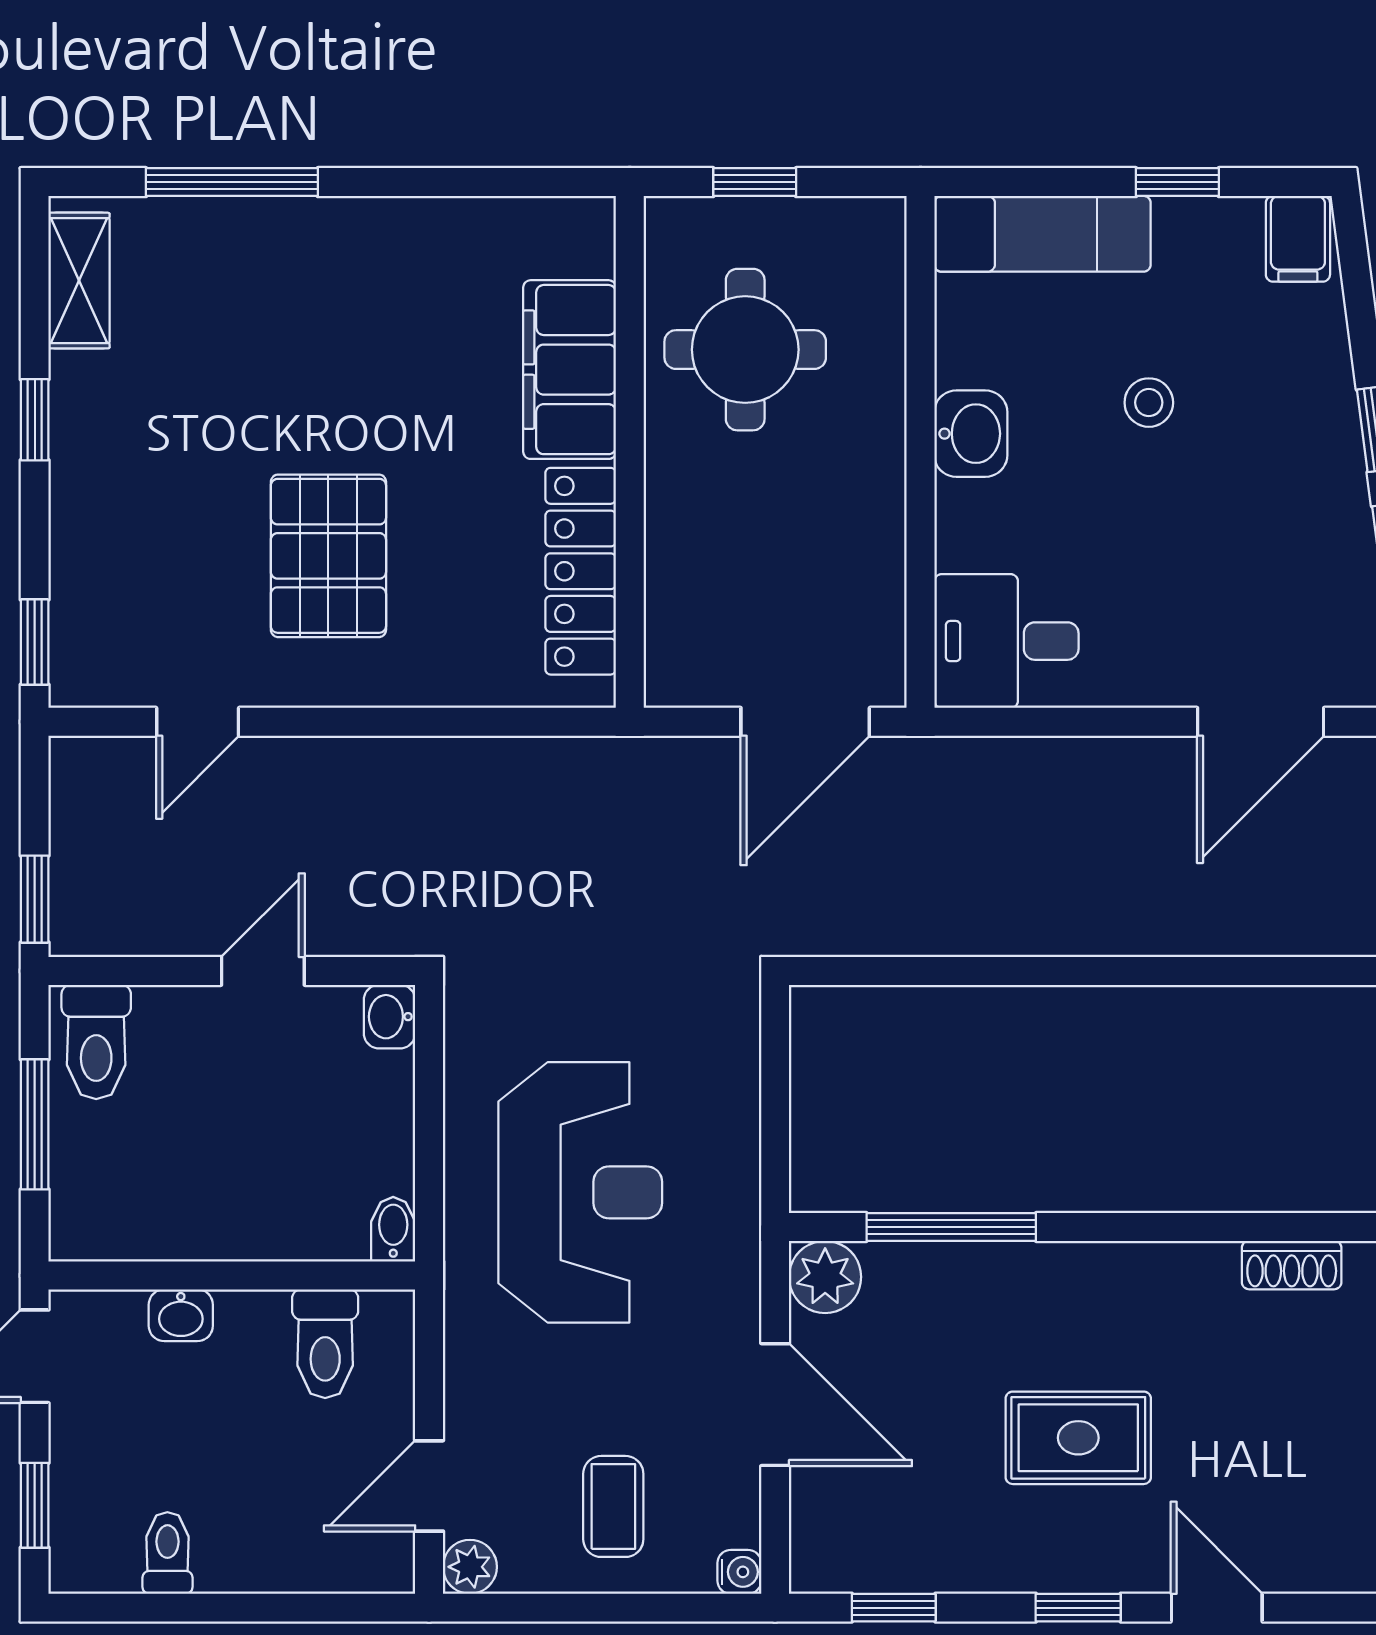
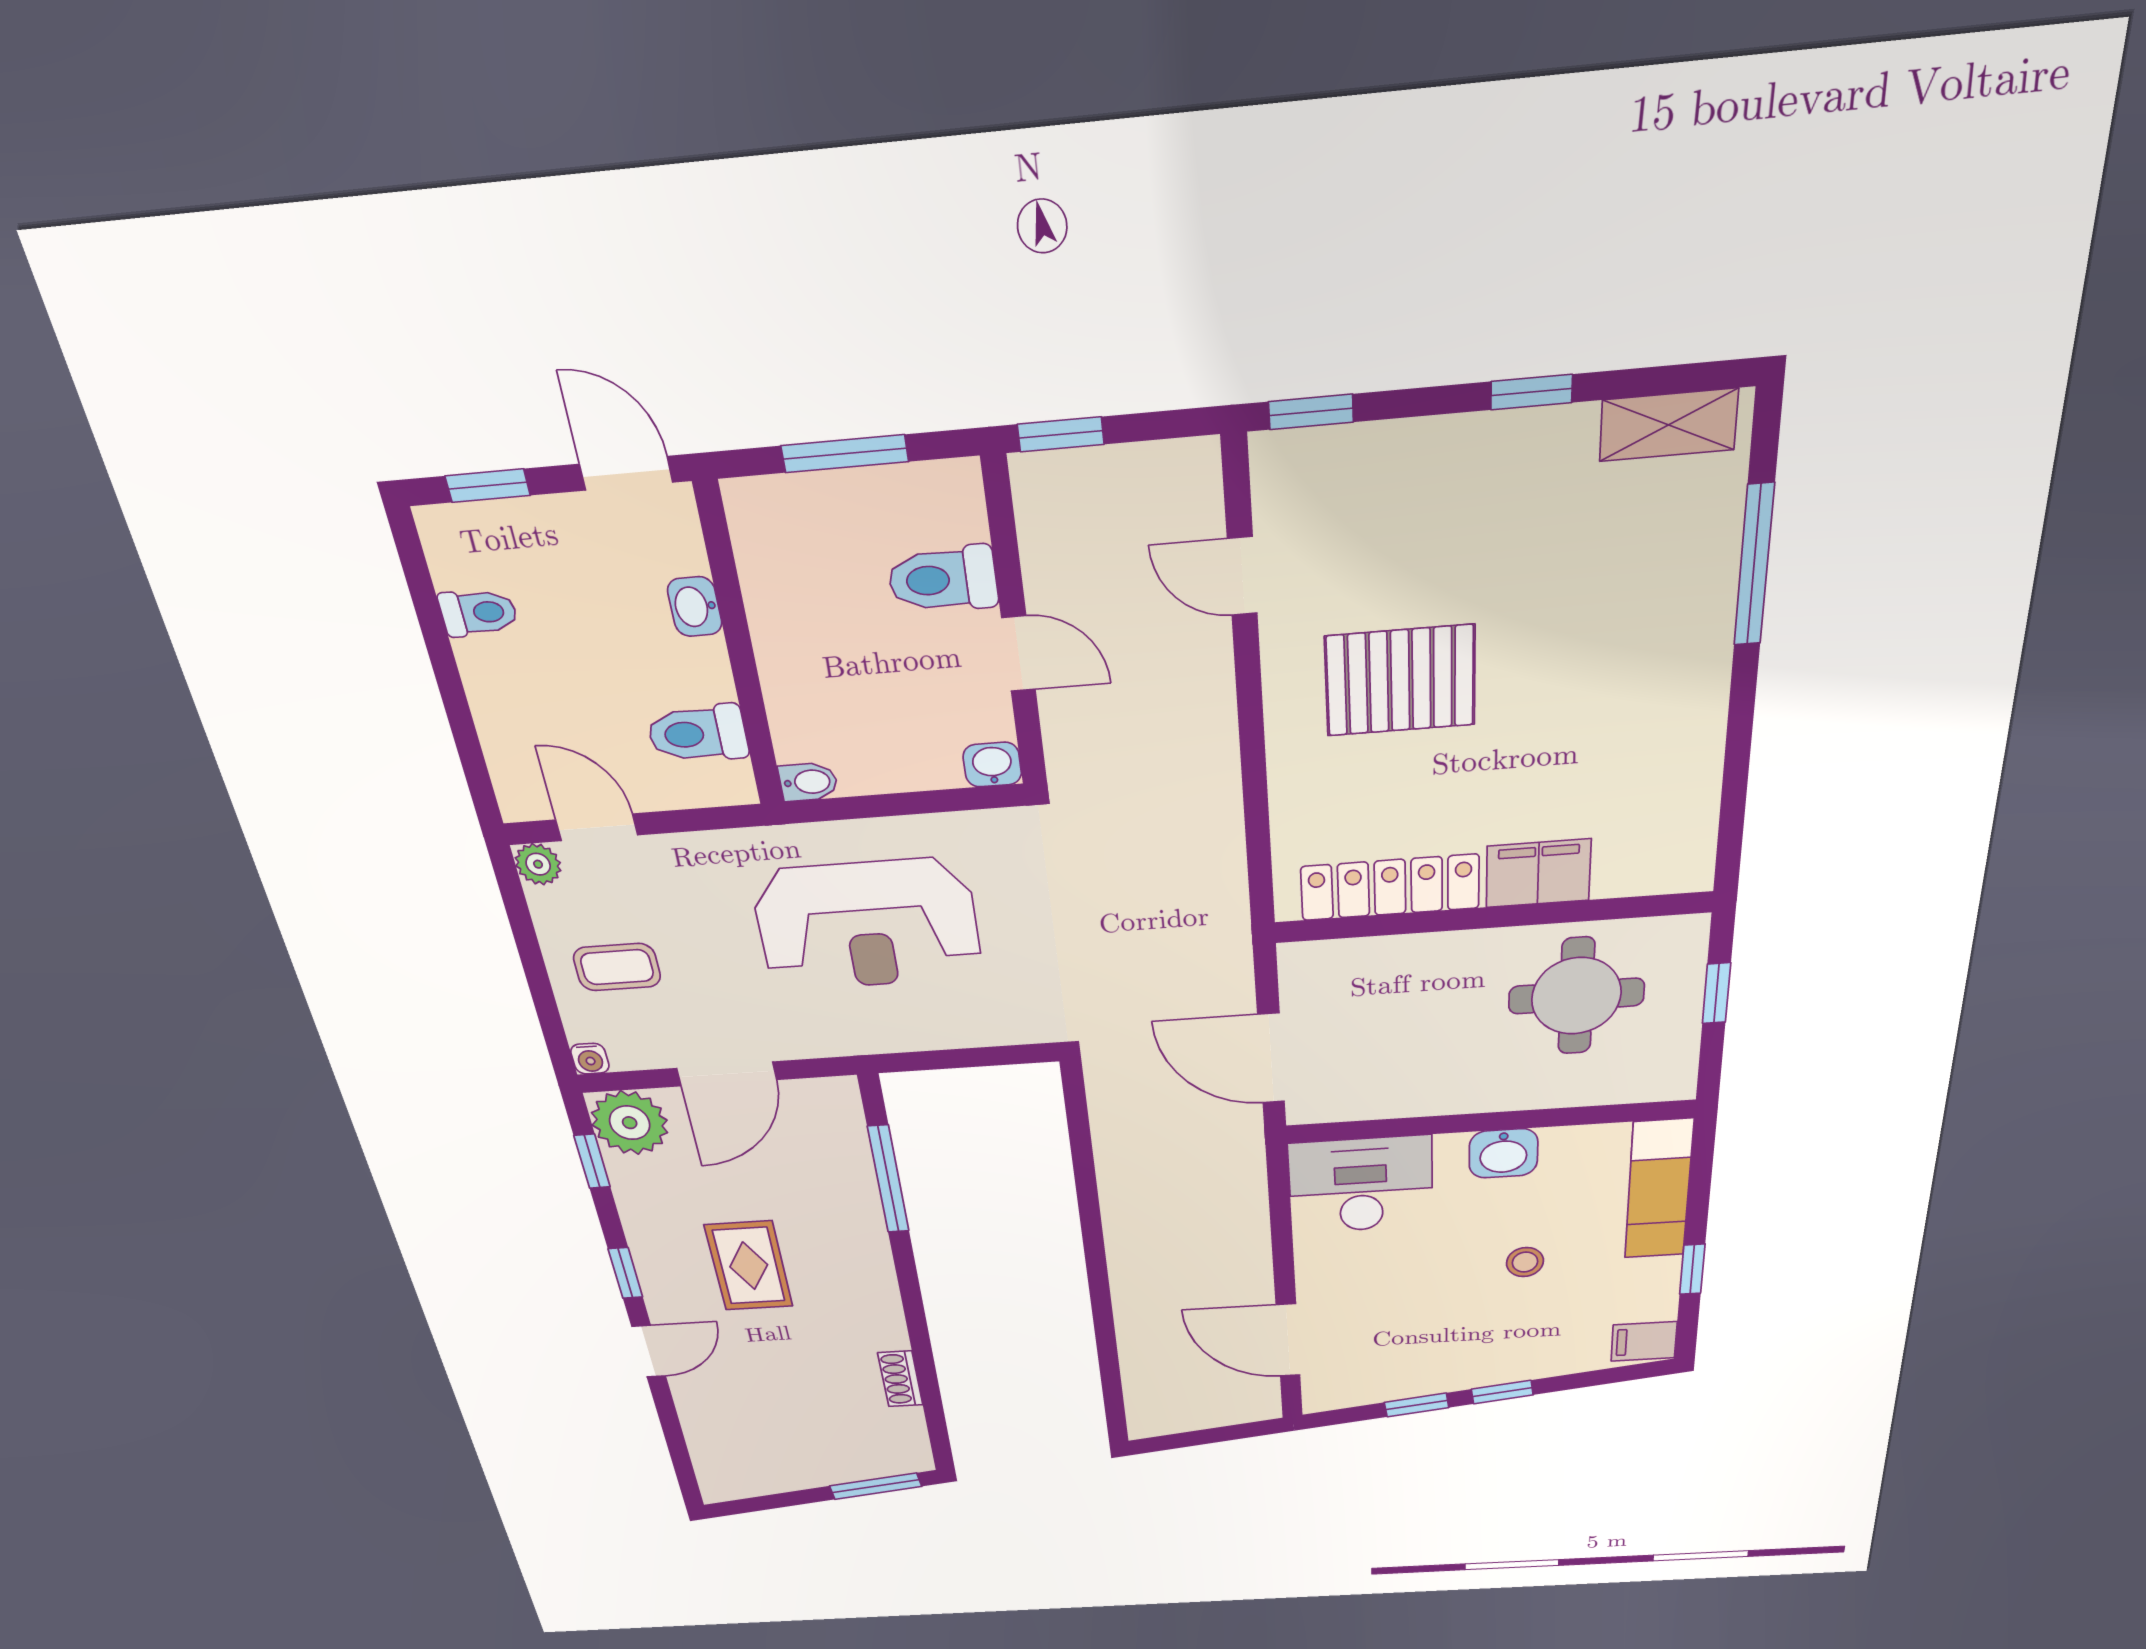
filing cabinet: (570, 370) -> (1538, 873), width x0.67, depth x0.86
desk: (1006, 641) -> (1361, 1185), width x1.37
toilet: (96, 1042) -> (943, 579), moved
plant: (825, 1277) -> (630, 1123), moved, width x1.36, depth x1.36

